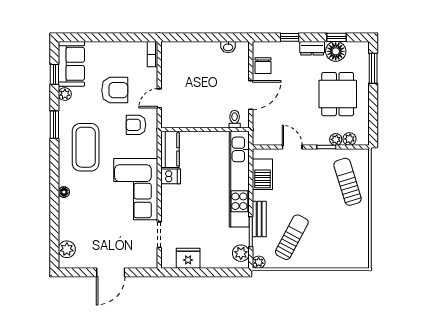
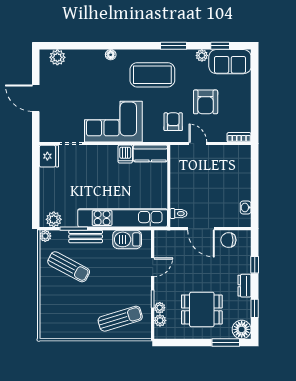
floor lamp: (336, 51) -> (242, 329), moved
fridge: (188, 258) -> (49, 156), moved

